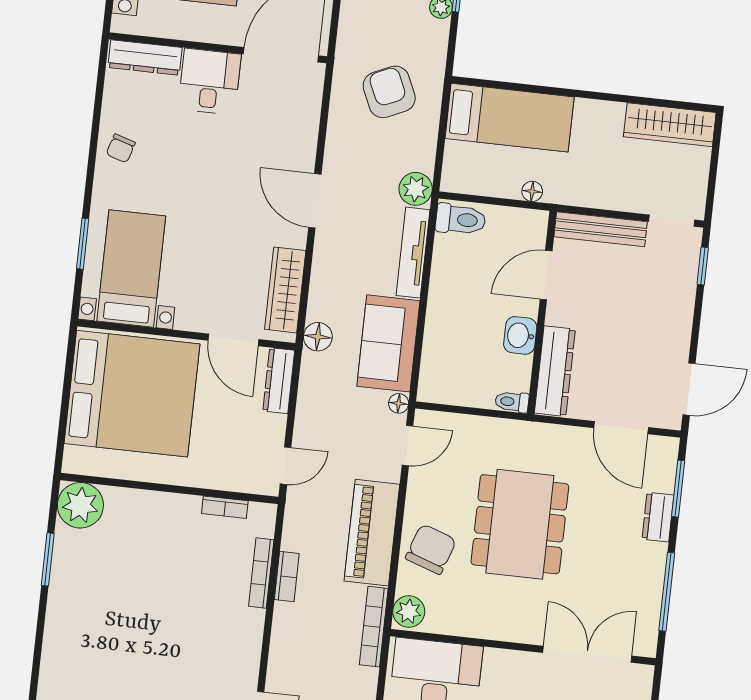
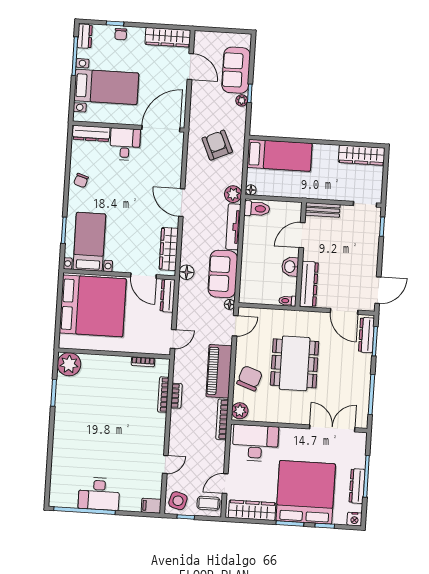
floor lamp: (532, 191) -> (251, 190), moved
bench: (601, 229) -> (323, 210), width x0.73
dresser: (658, 517) -> (366, 335), moved, width x1.44

